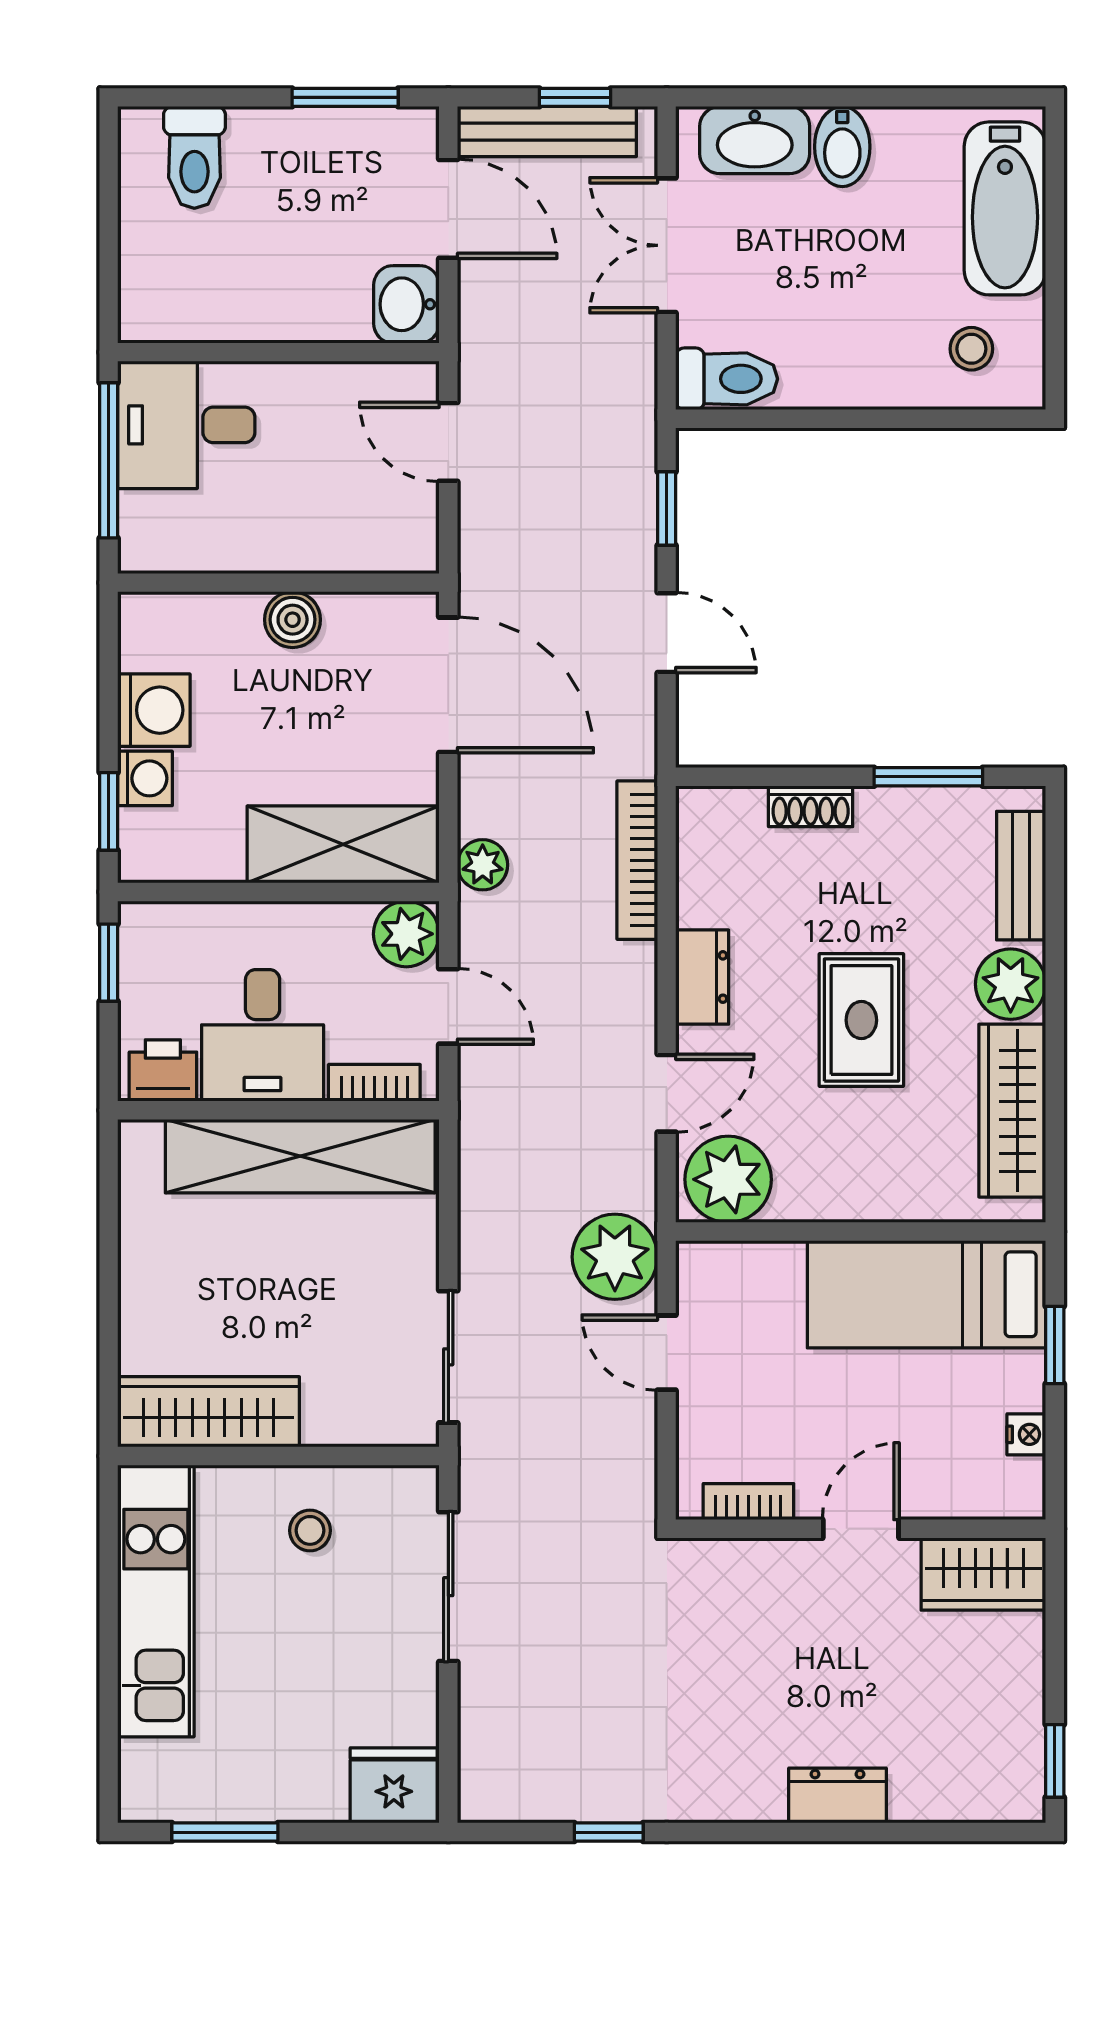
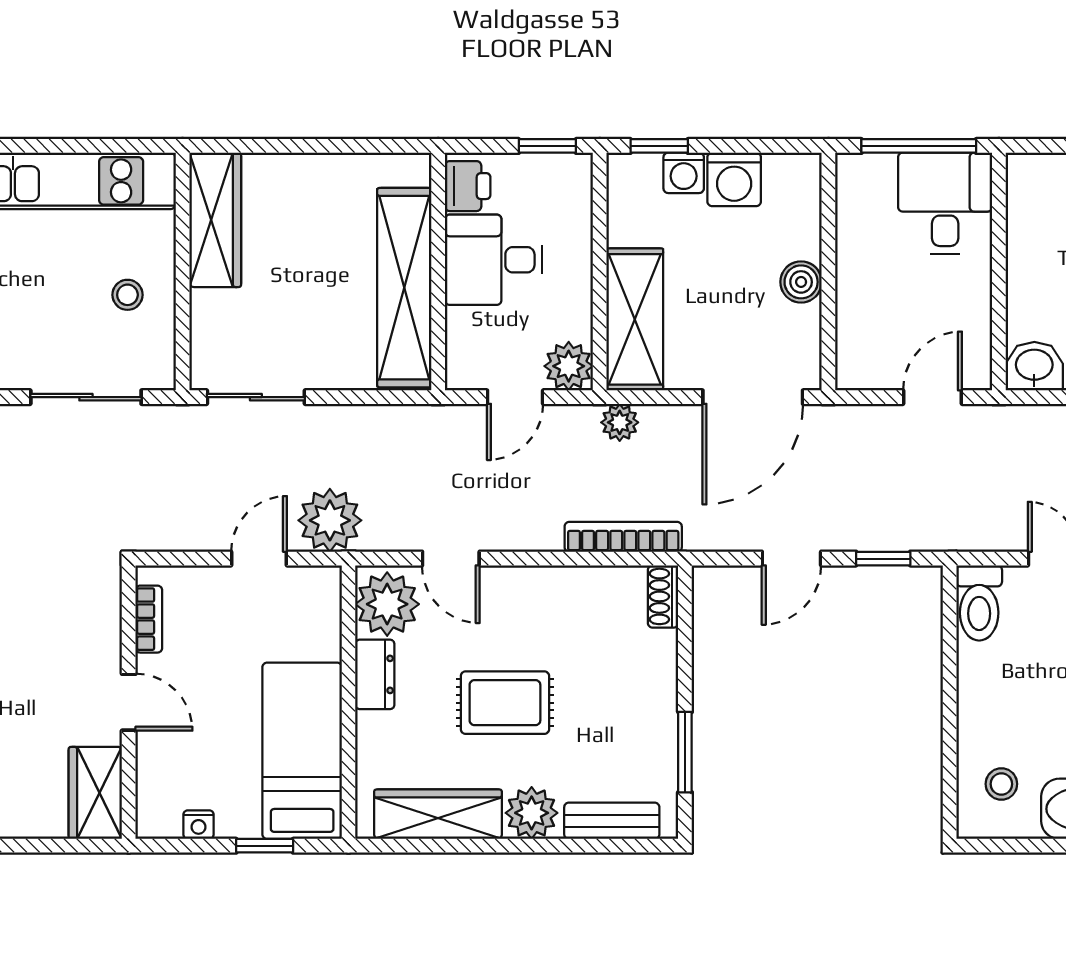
shoe rack: (811, 806) -> (663, 596), moved
dresser: (702, 977) -> (375, 674), moved, turned -90
bookcase: (374, 1083) -> (459, 342), removed

